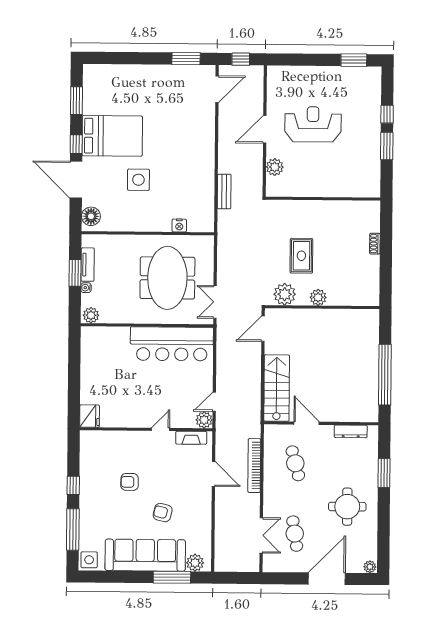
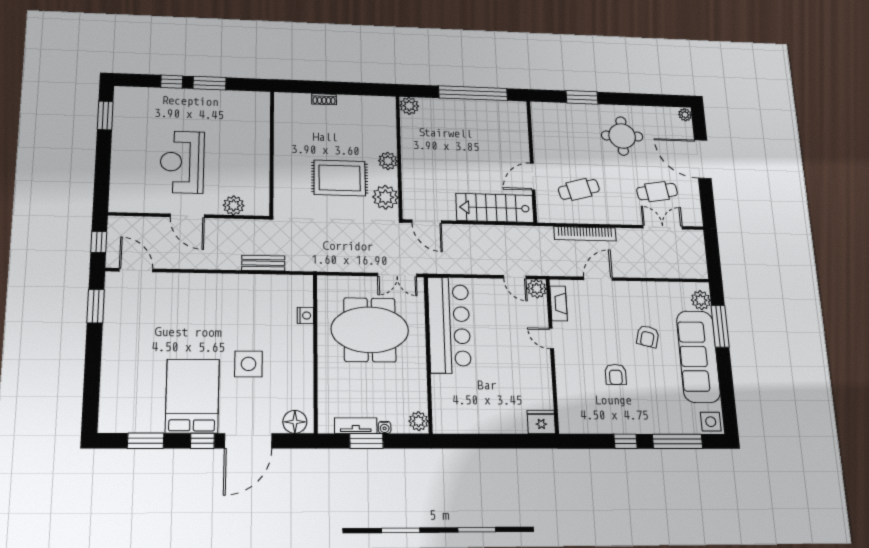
rug: (301, 256) -> (340, 178), width x1.36, depth x1.43
plant: (371, 318) -> (409, 106), added
dresser: (351, 431) -> (539, 130), removed

